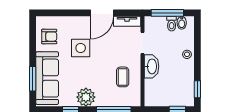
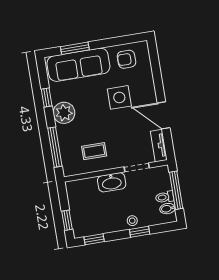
armchair: (49, 37) -> (127, 59), turned 90
window: (197, 50) -> (140, 232), added

